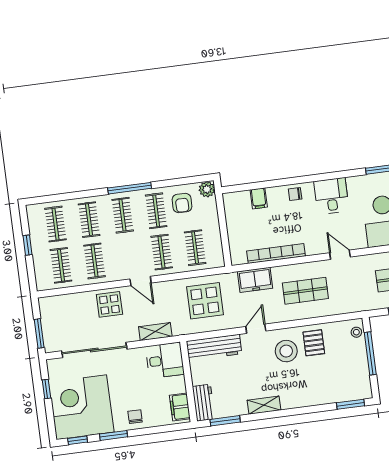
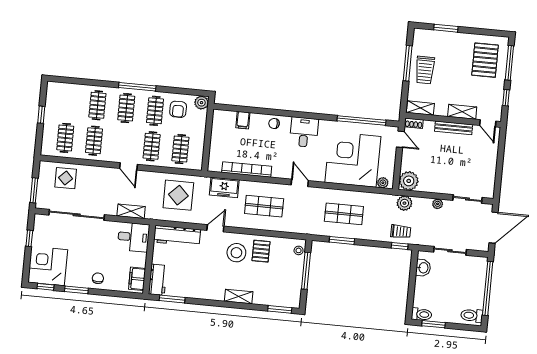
clothes rail: (56, 224) -> (69, 102), removed
display table: (109, 304) -> (66, 178), moved
shelving: (264, 405) -> (239, 297), moved
corner desk: (81, 407) -> (48, 266), width x0.74, depth x0.74

